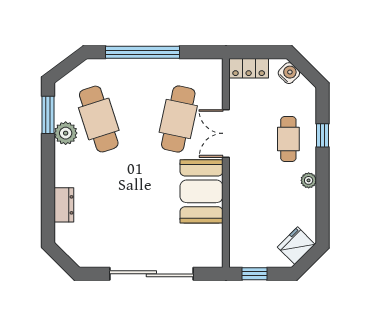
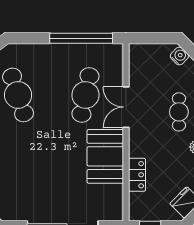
window: (142, 52) -> (81, 38), moved
locker: (249, 68) -> (137, 175), moved, turned -90

